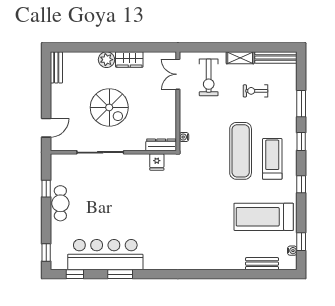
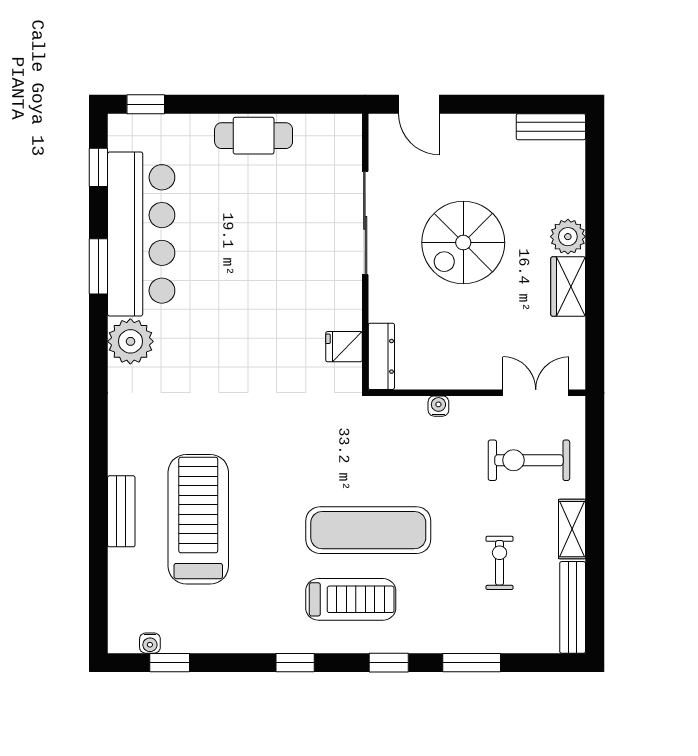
water cooler: (184, 137) -> (438, 406), moved
window: (46, 189) -> (286, 104), removed
treadmill: (264, 217) -> (198, 519), moved
plant: (154, 260) -> (130, 341), added
bench: (262, 264) -> (121, 511), moved

